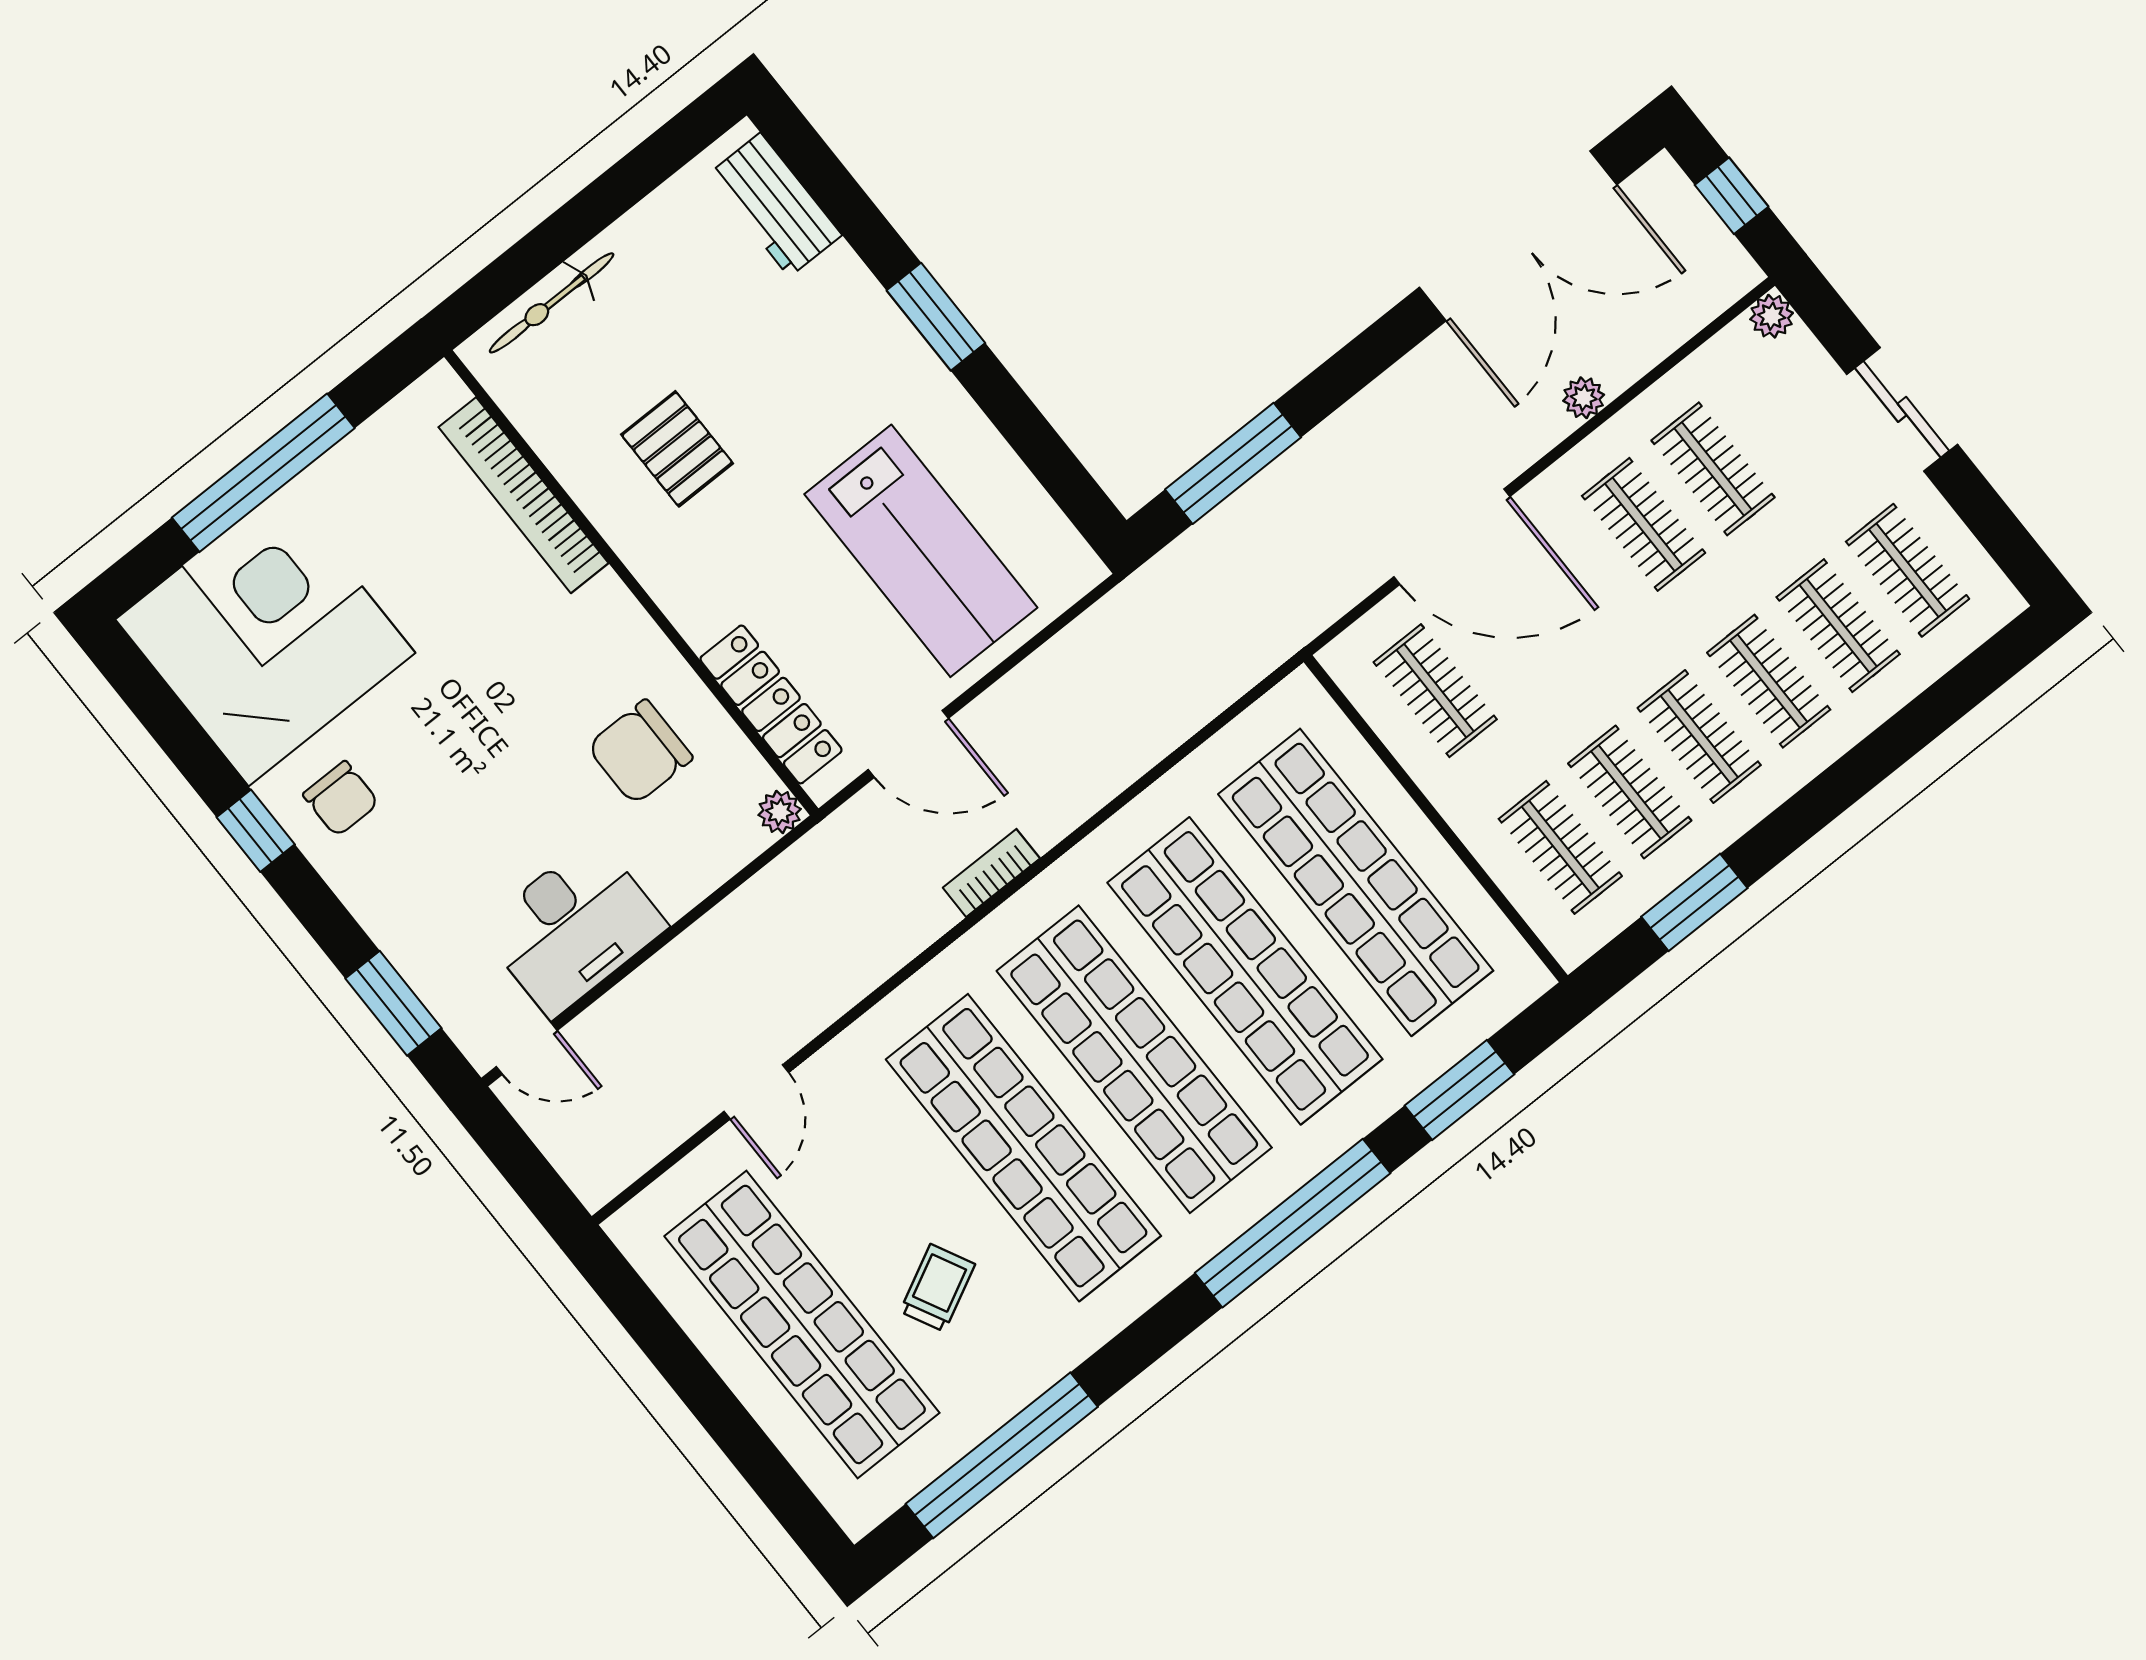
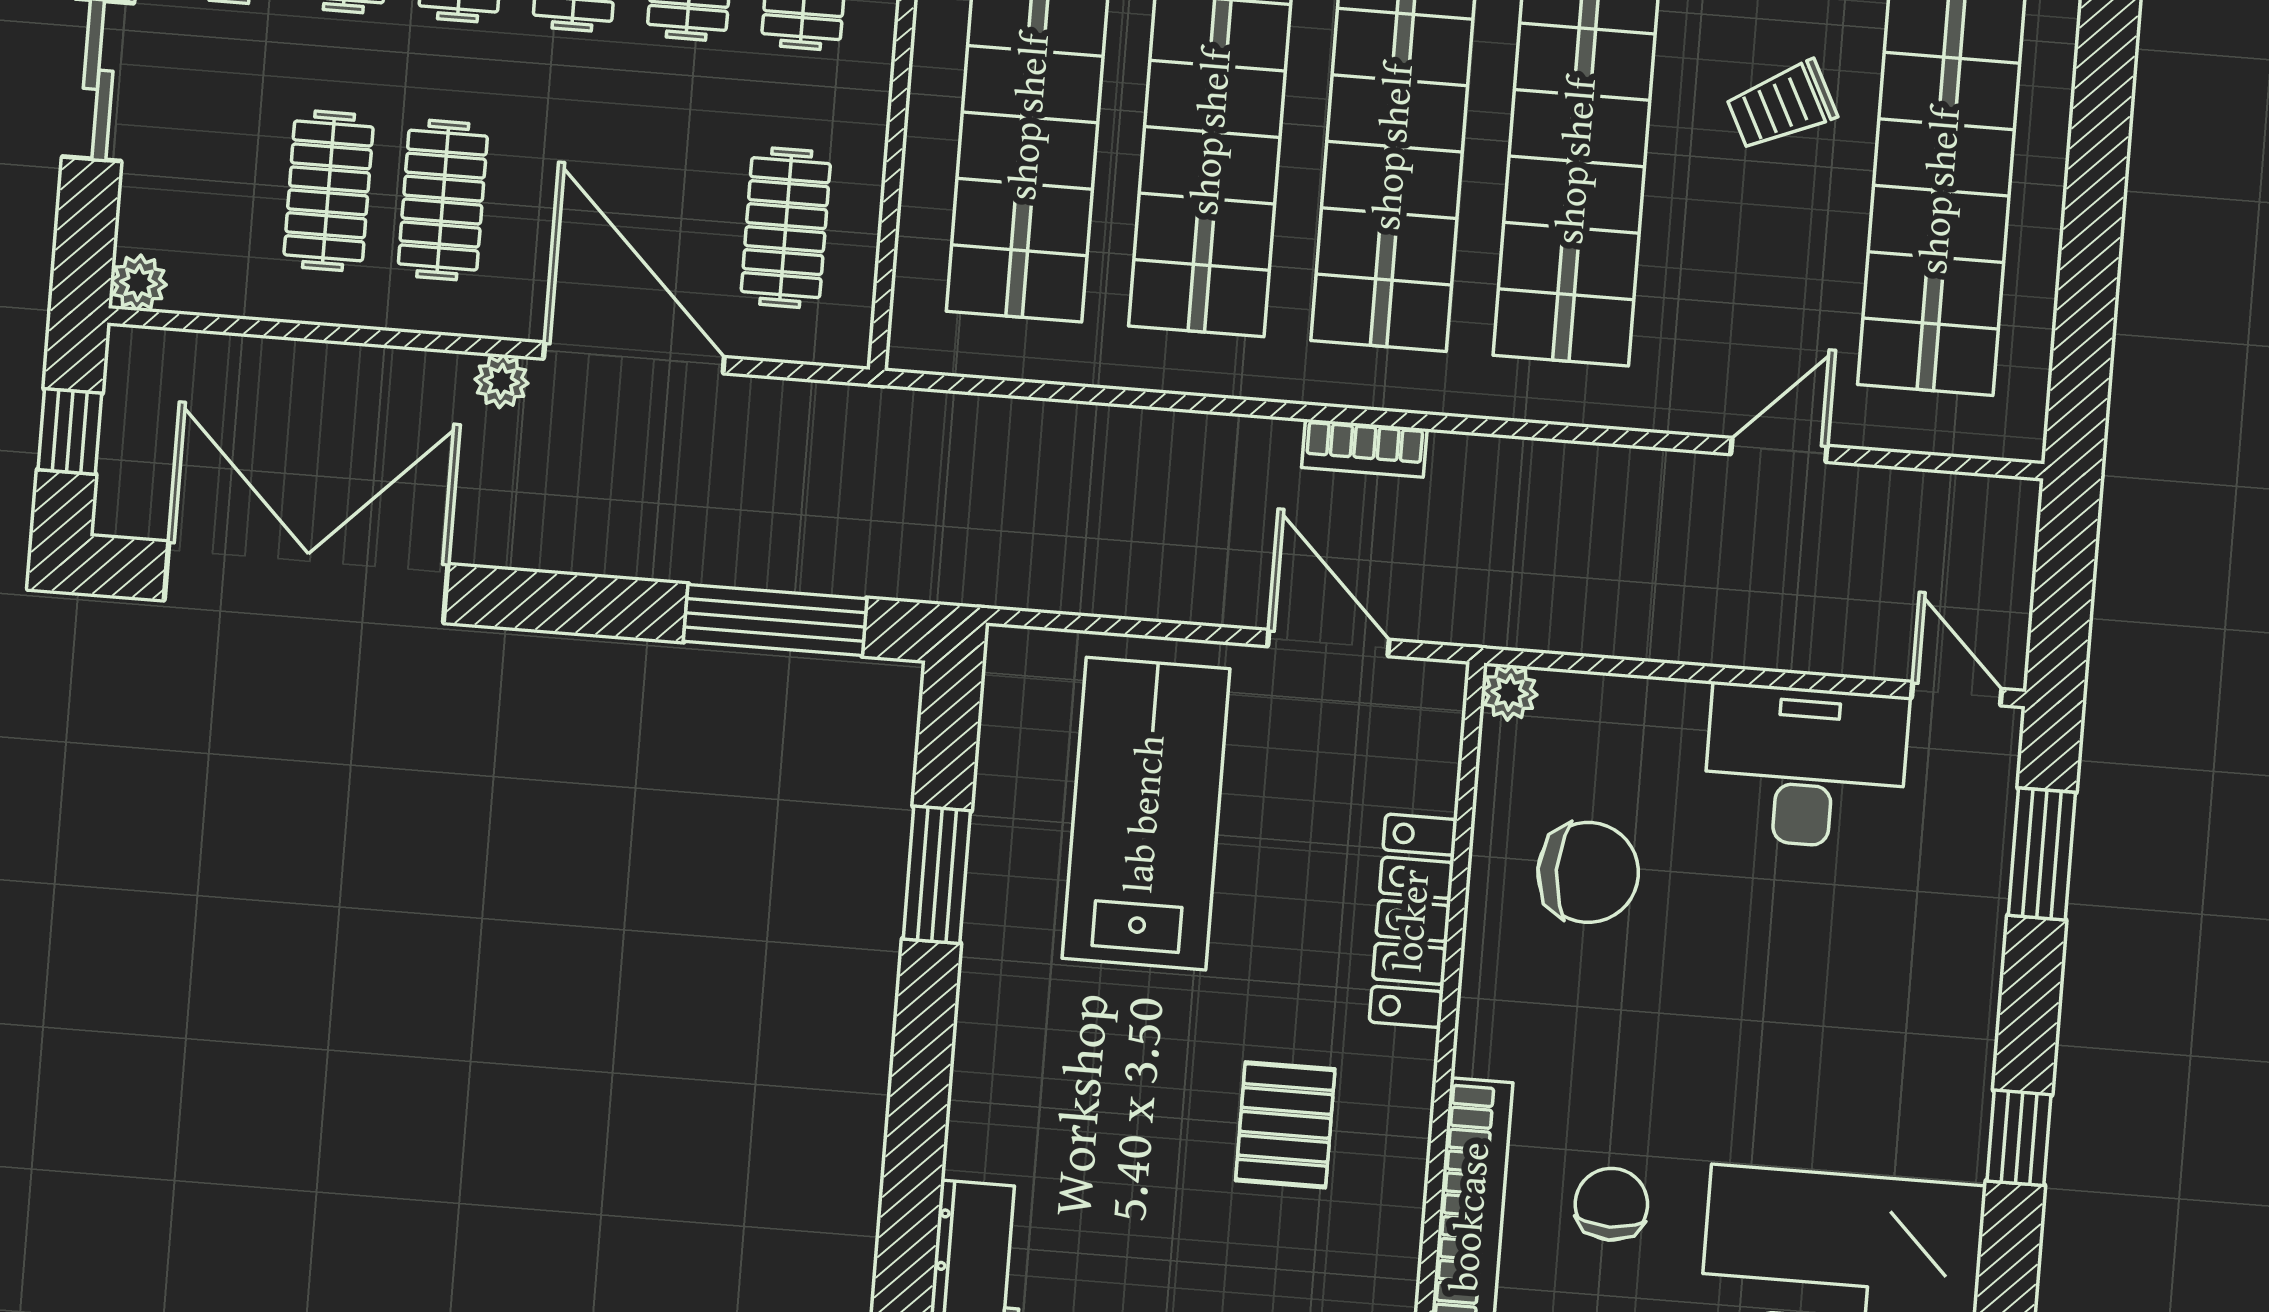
window: (936, 317) -> (937, 875), moved
plant: (1584, 398) -> (501, 381), moved
locker: (771, 704) -> (1413, 921), moved
chair: (341, 799) -> (1611, 1204), moved

